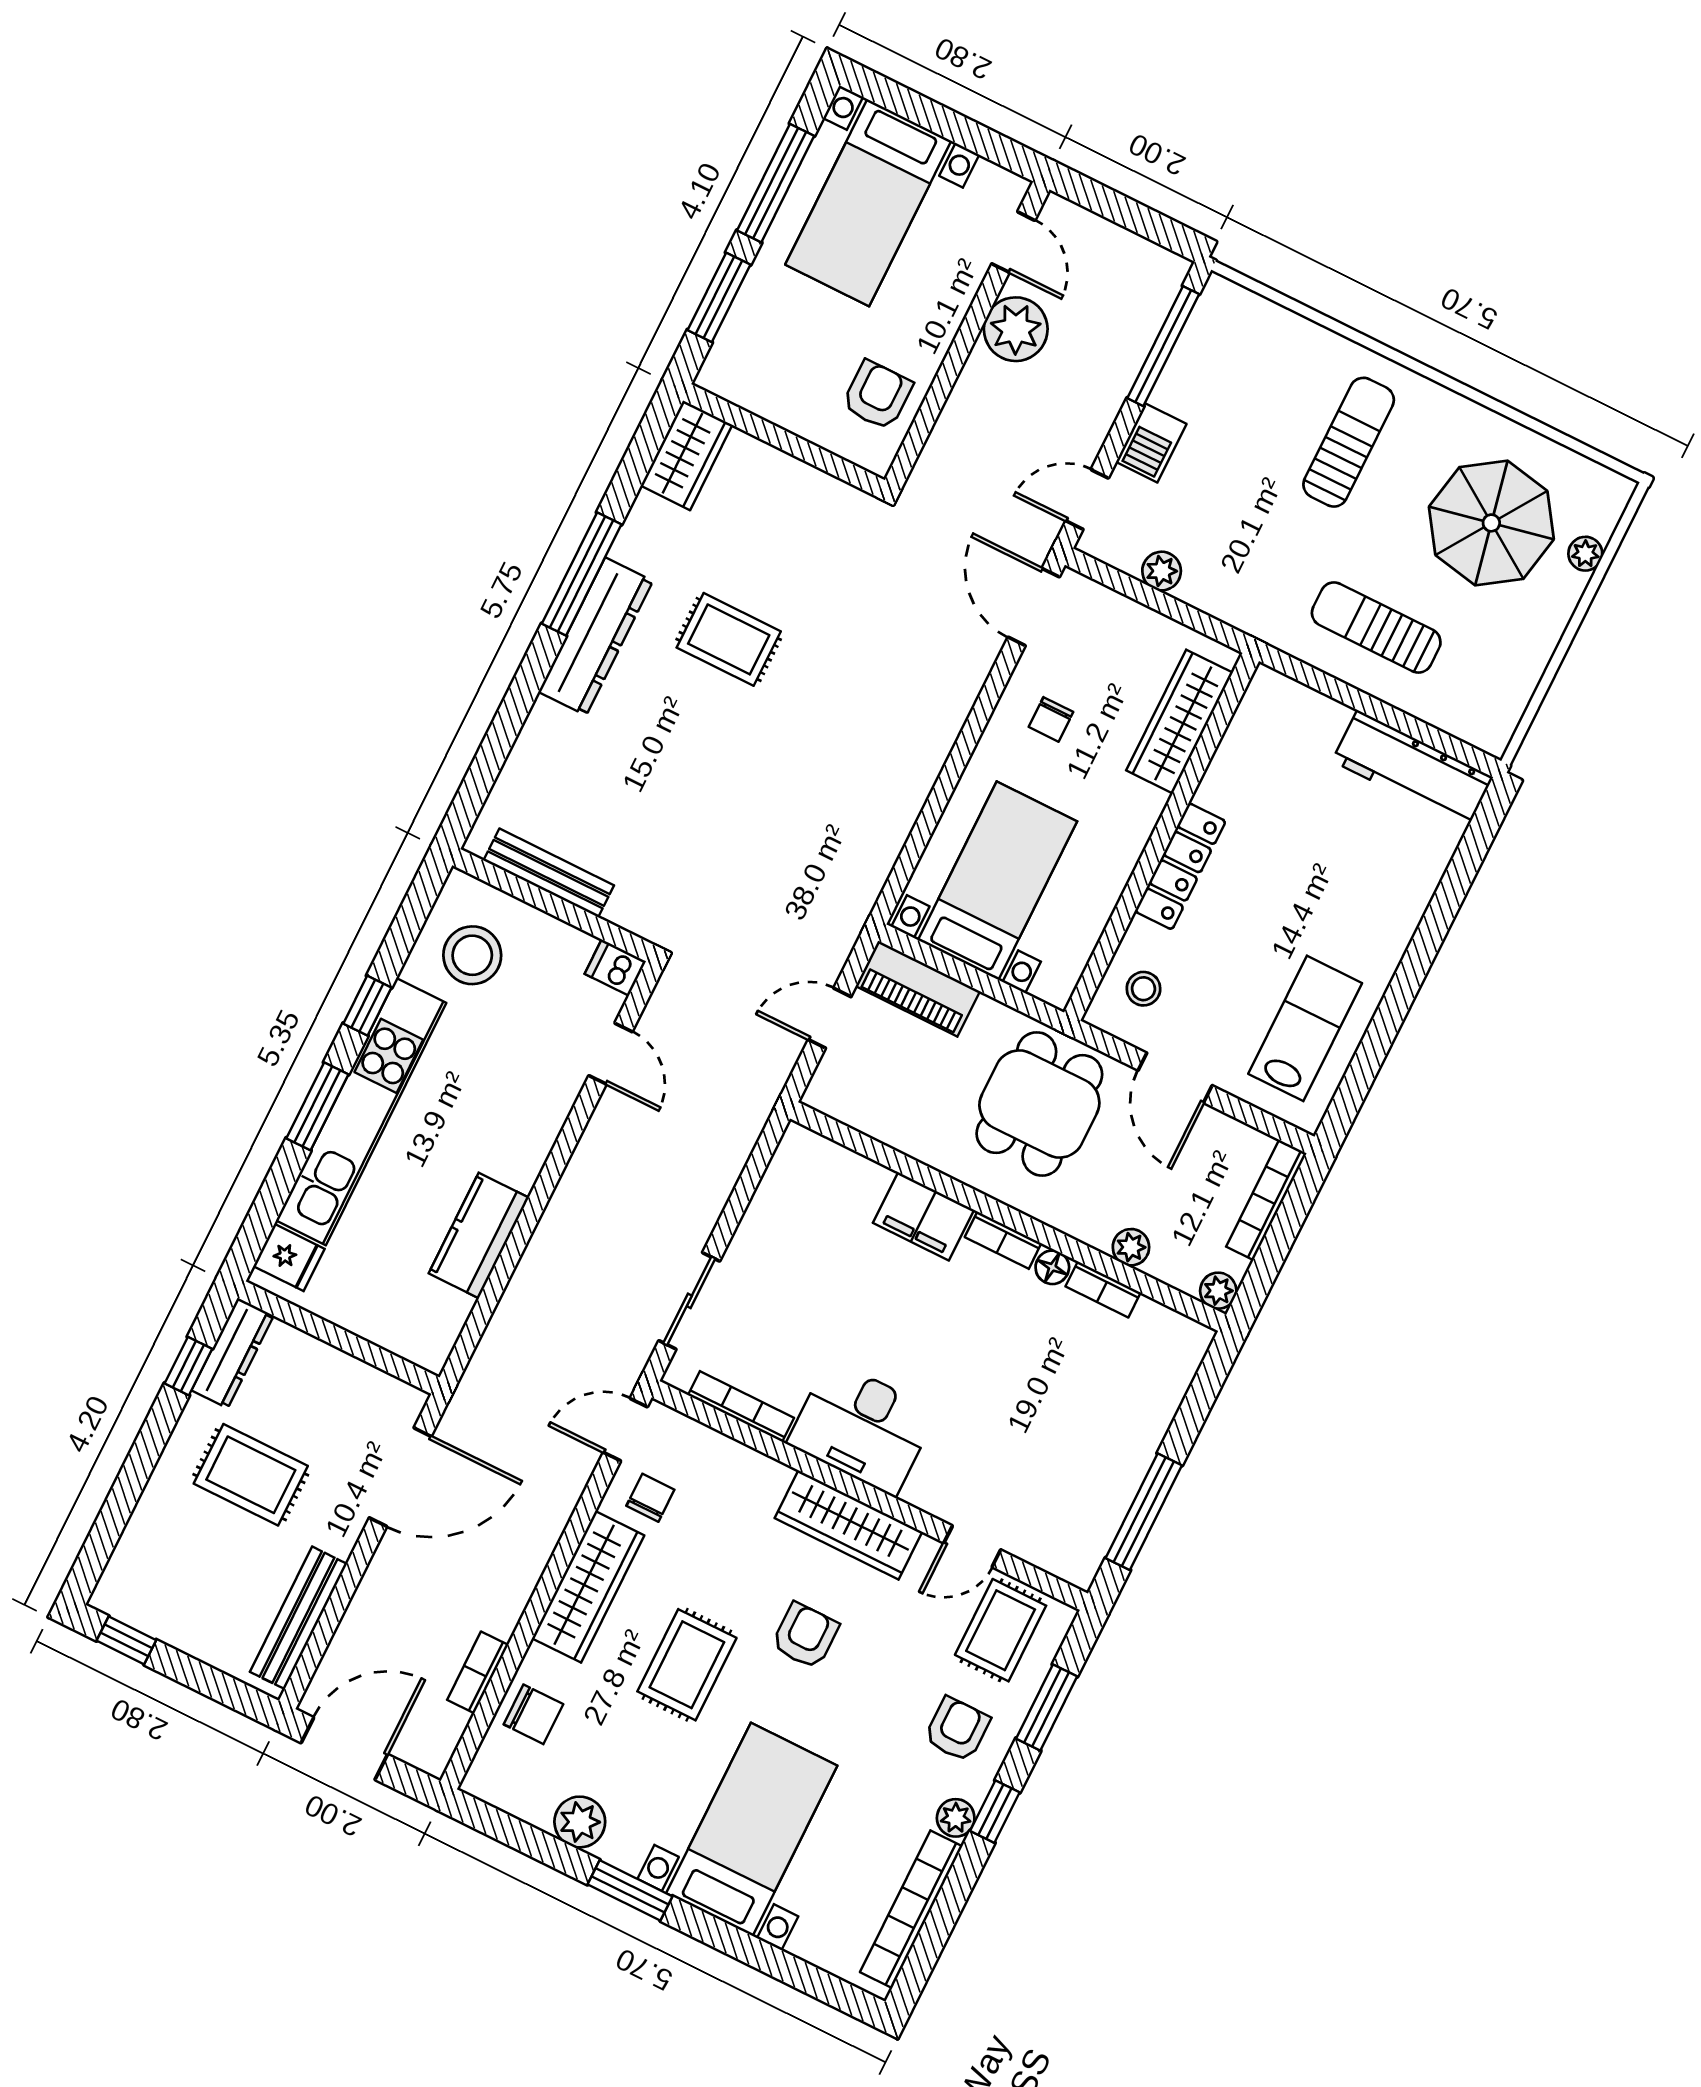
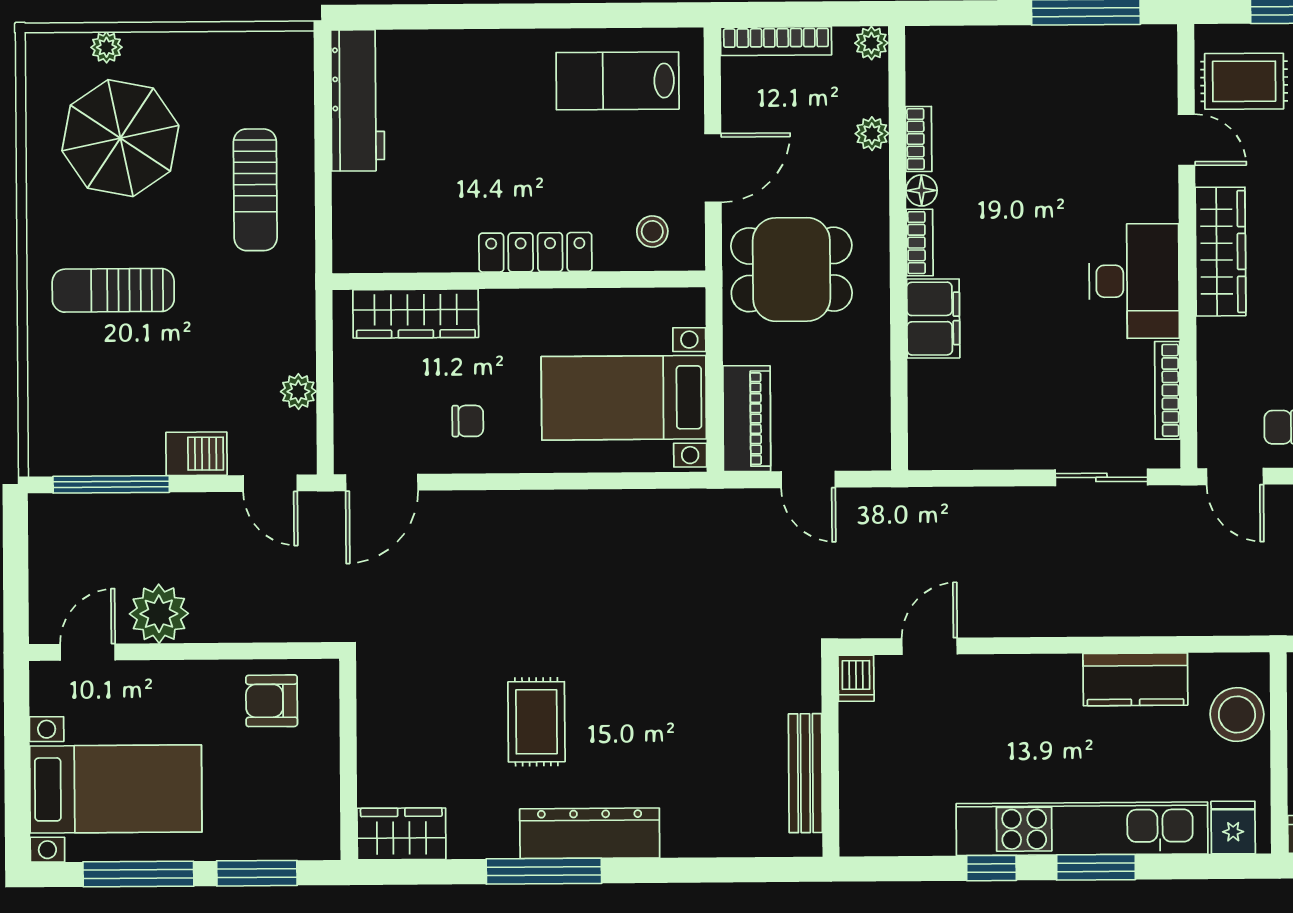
stool: (472, 955) -> (1237, 715), moved

